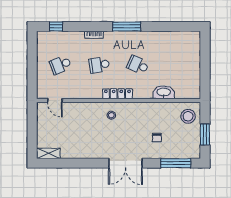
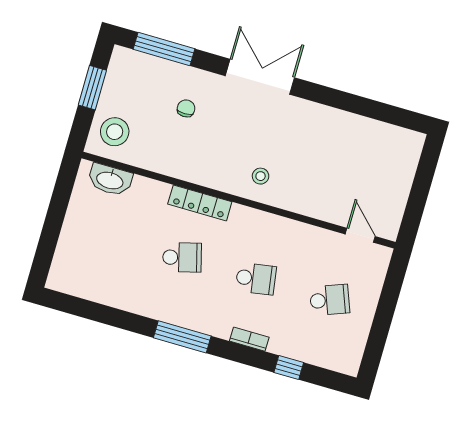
window: (56, 26) -> (289, 368), moved
school desk: (138, 65) -> (182, 257), turned -39
washbasin: (164, 92) -> (110, 180), moved
locker: (117, 94) -> (200, 203), moved
shelving: (48, 153) -> (402, 138), removed

